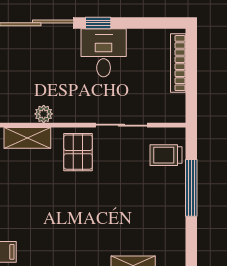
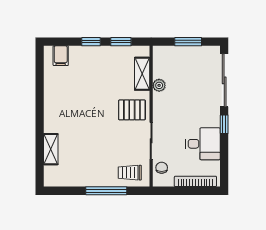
desk: (104, 53) -> (203, 144), moved
chair: (159, 110) -> (162, 168), added
trolley: (166, 155) -> (130, 173), turned -90

